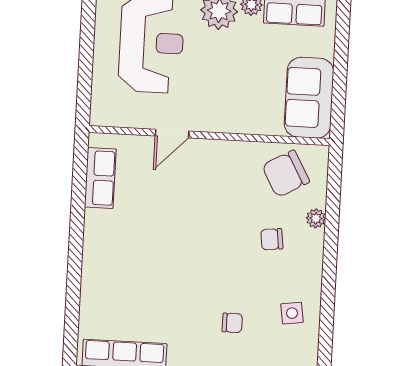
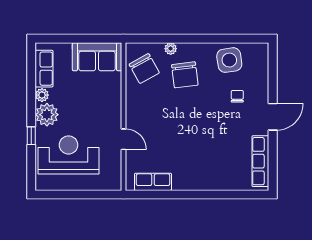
chair: (272, 239) -> (185, 75), width x1.87, depth x1.87
side table: (292, 313) -> (229, 60), width x1.87, depth x1.87

